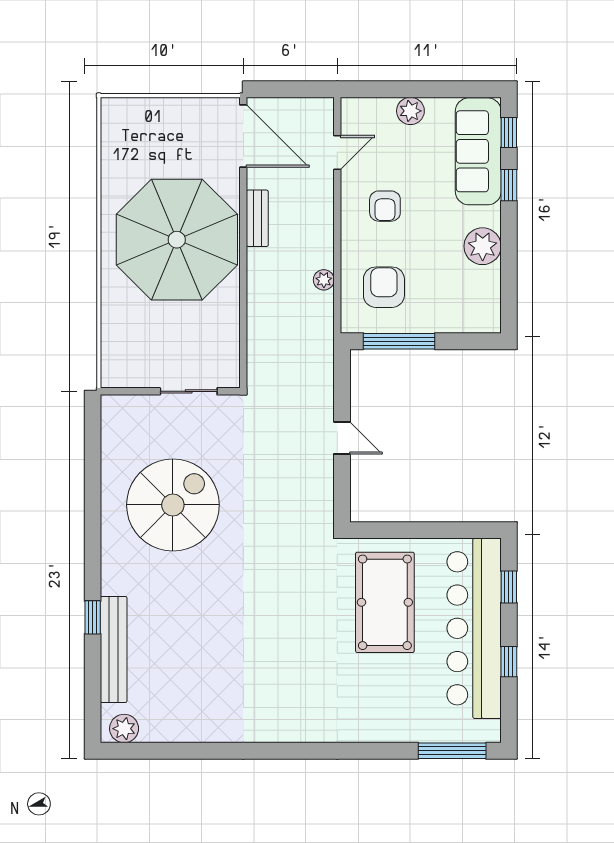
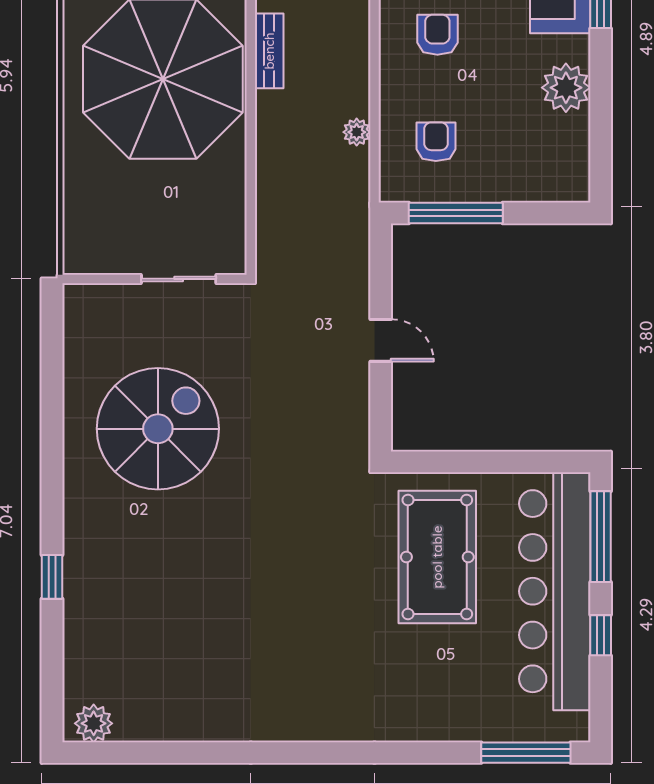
armchair: (385, 206) -> (437, 35), turned 180
armchair: (384, 287) -> (436, 142), width x0.72, depth x0.72
window: (509, 587) -> (601, 537), width x2.17
bench: (114, 649) -> (80, 619), removed

